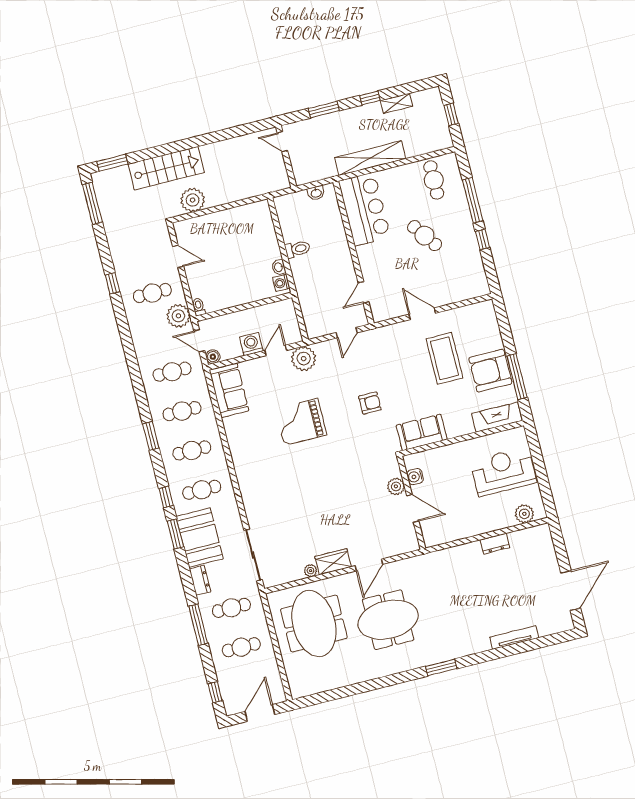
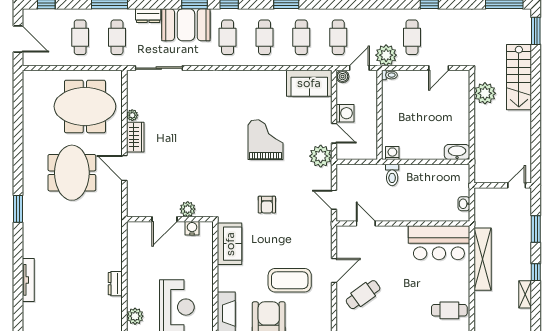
cafe table: (425, 236) -> (363, 295), moved
toilet: (297, 249) -> (392, 175), moved
washbasin: (279, 267) -> (457, 152), moved, width x1.91, depth x1.45

